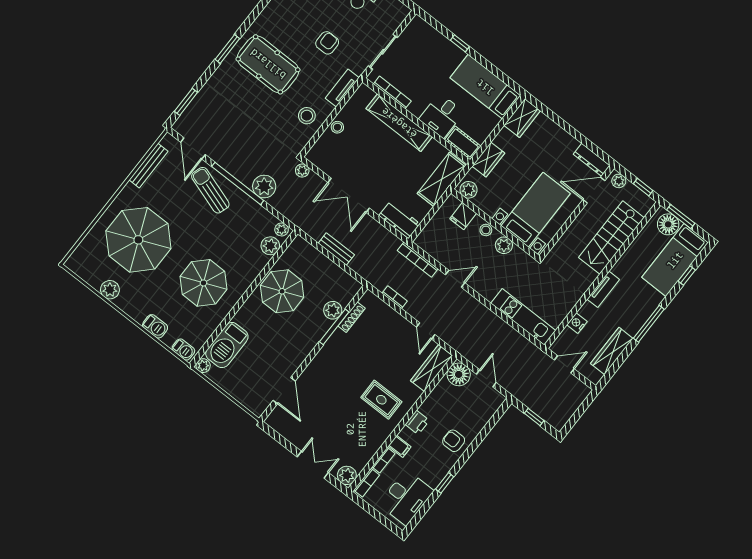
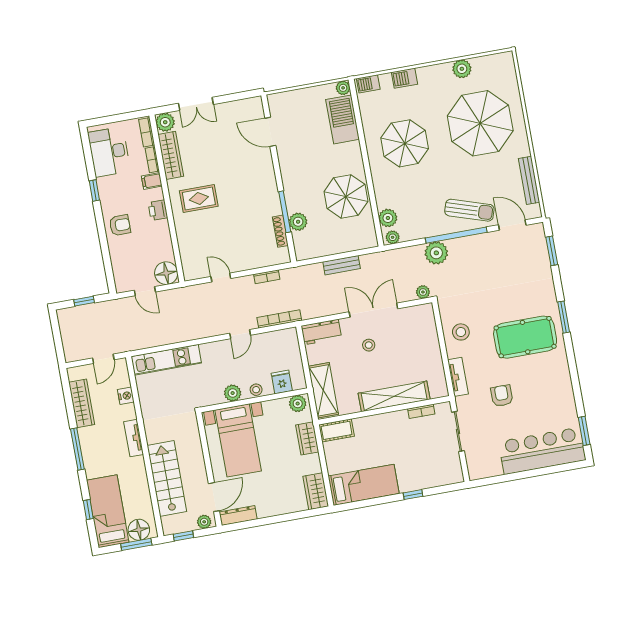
armchair: (327, 43) -> (502, 396), turned 180
bookcase: (392, 92) -> (421, 411), width x0.64
desk: (441, 116) -> (371, 433), removed
stool: (337, 127) -> (369, 345), moved
wardrobe: (431, 368) -> (171, 155), moved

